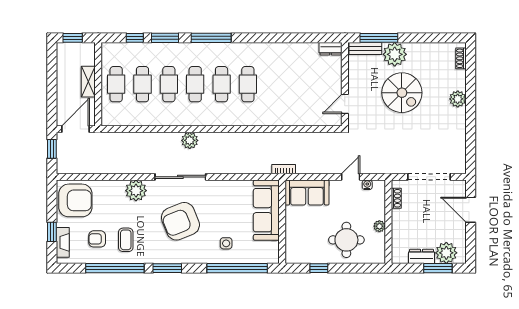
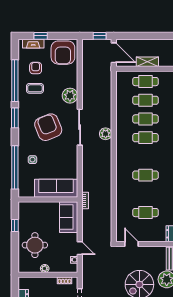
cafe table: (222, 84) -> (145, 213), moved

